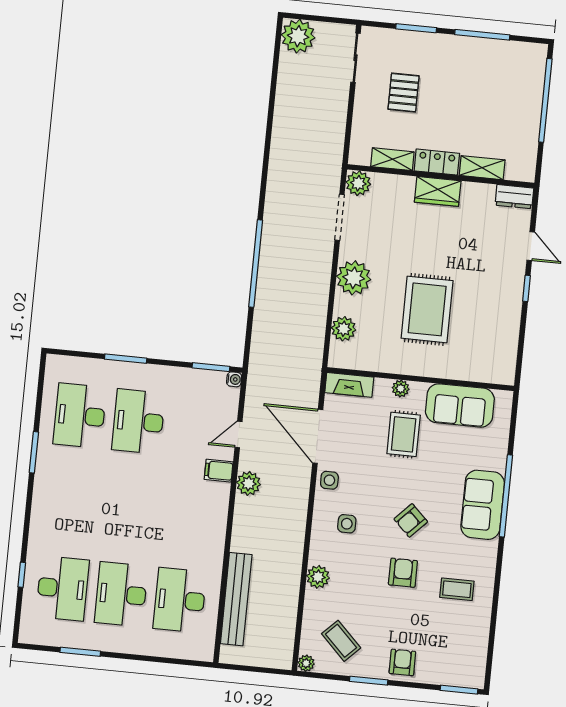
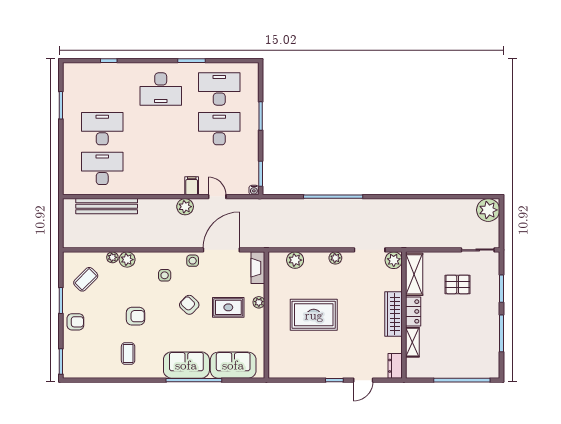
shelving: (392, 159) -> (414, 274), width x1.50, depth x1.33
wardrobe: (438, 191) -> (393, 314), width x1.50
plant: (354, 278) -> (335, 258), width x0.53, depth x0.53
sofa: (460, 405) -> (233, 365), moved, turned 90
armchair: (411, 520) -> (189, 305), moved
desk: (63, 588) -> (161, 89), moved
plant: (306, 663) -> (112, 257), moved

